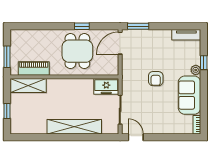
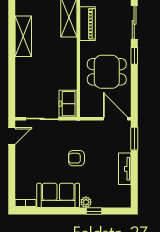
sliding door: (33, 26) -> (134, 22), added
window: (82, 26) -> (134, 56), moved
tv unit: (186, 35) -> (125, 169), moved
shelving: (74, 127) -> (23, 36), moved, width x0.68

